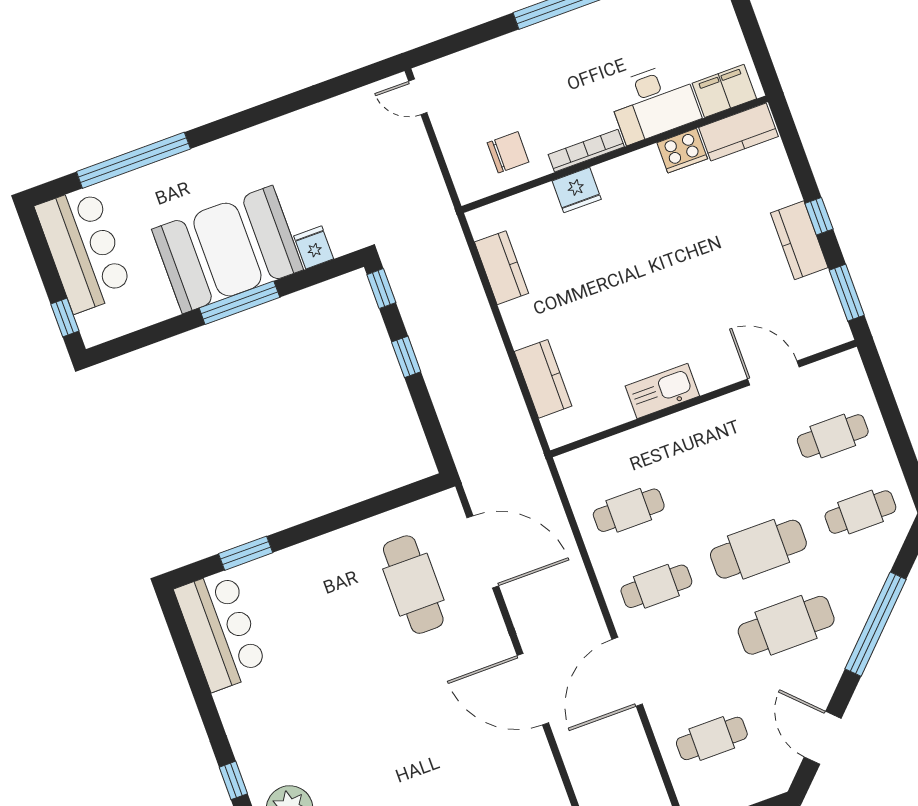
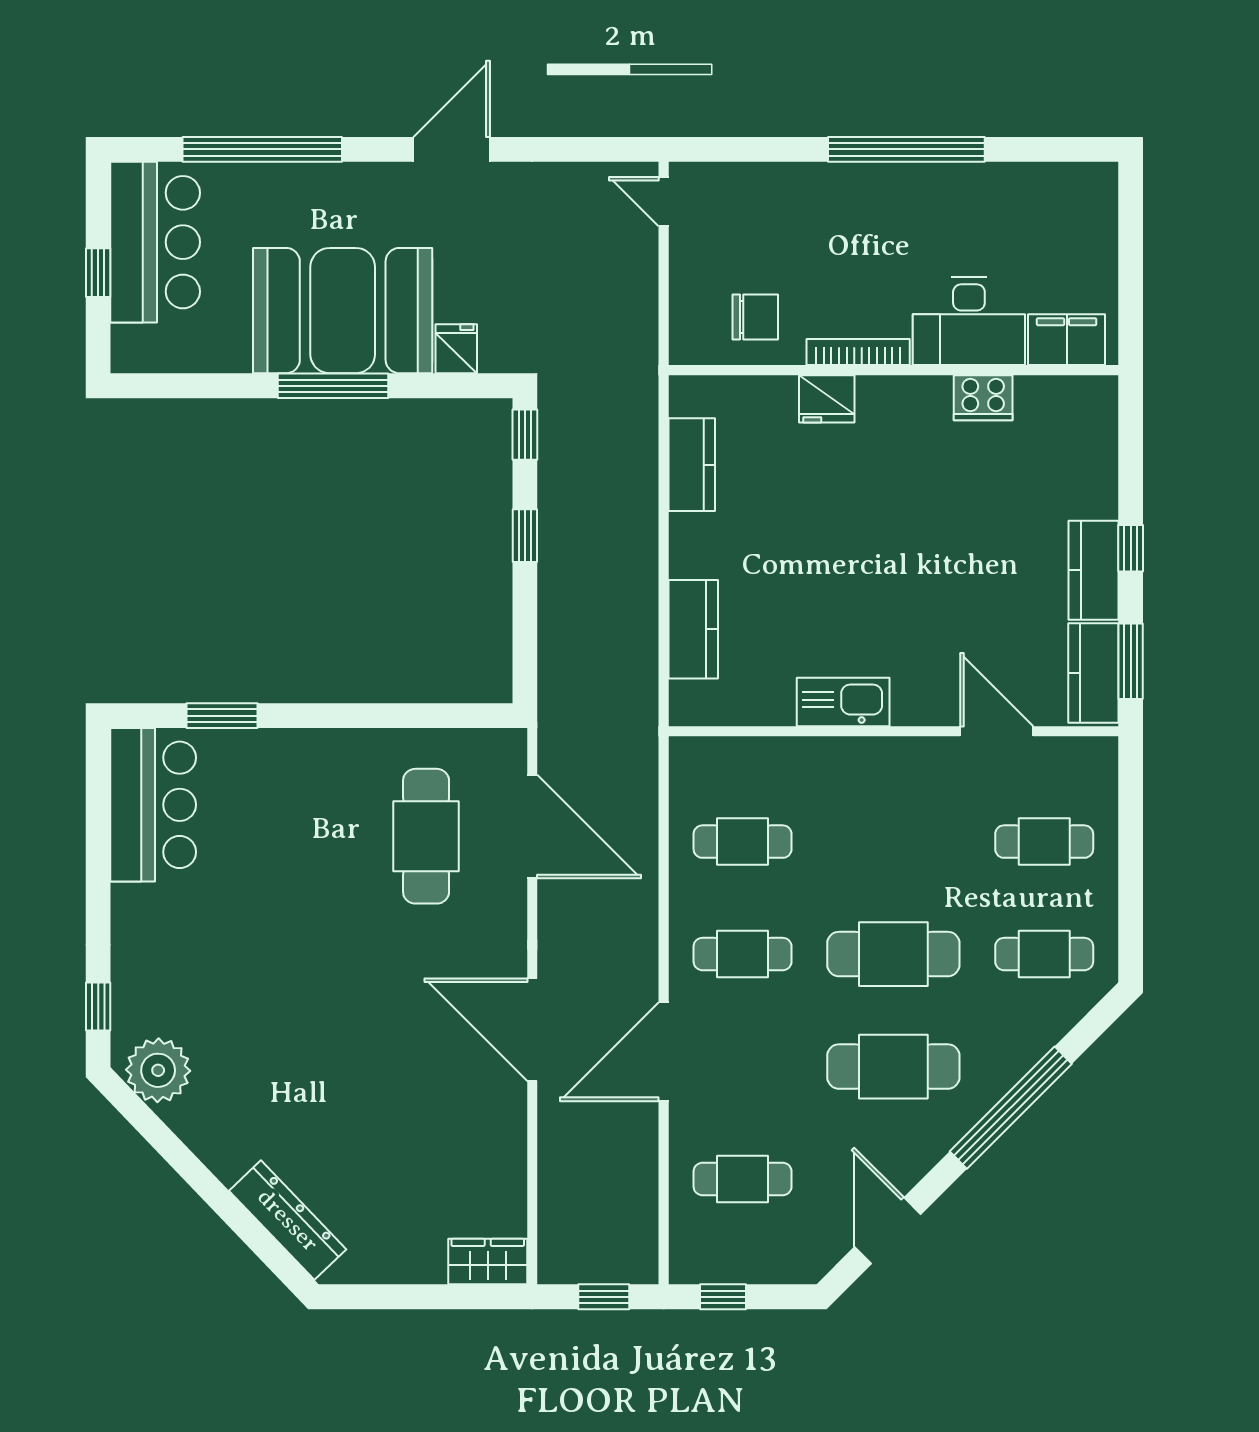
door: (262, 114) -> (452, 149), added
kitchen counter: (739, 132) -> (1093, 673), moved, turned 90
window: (65, 317) -> (98, 273), moved

